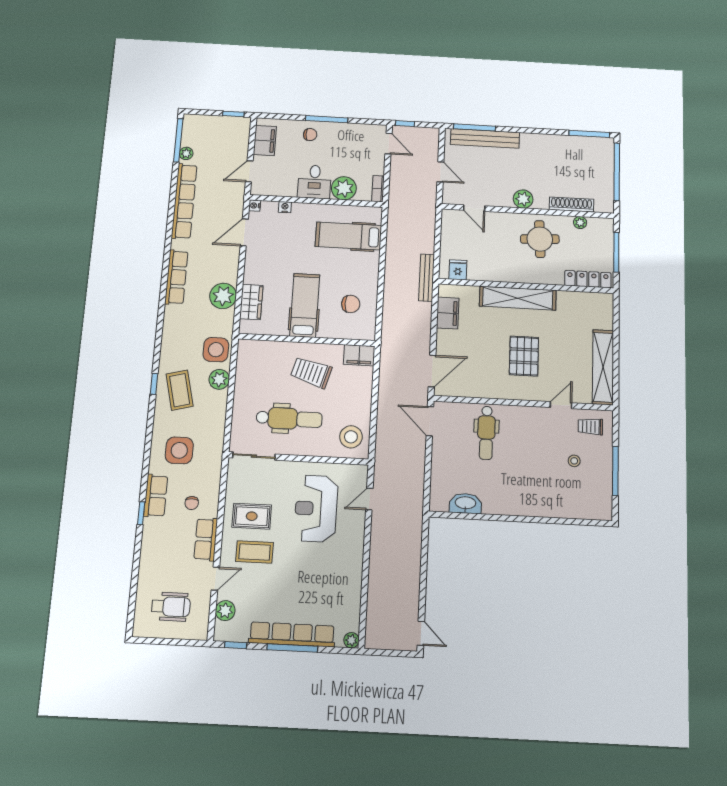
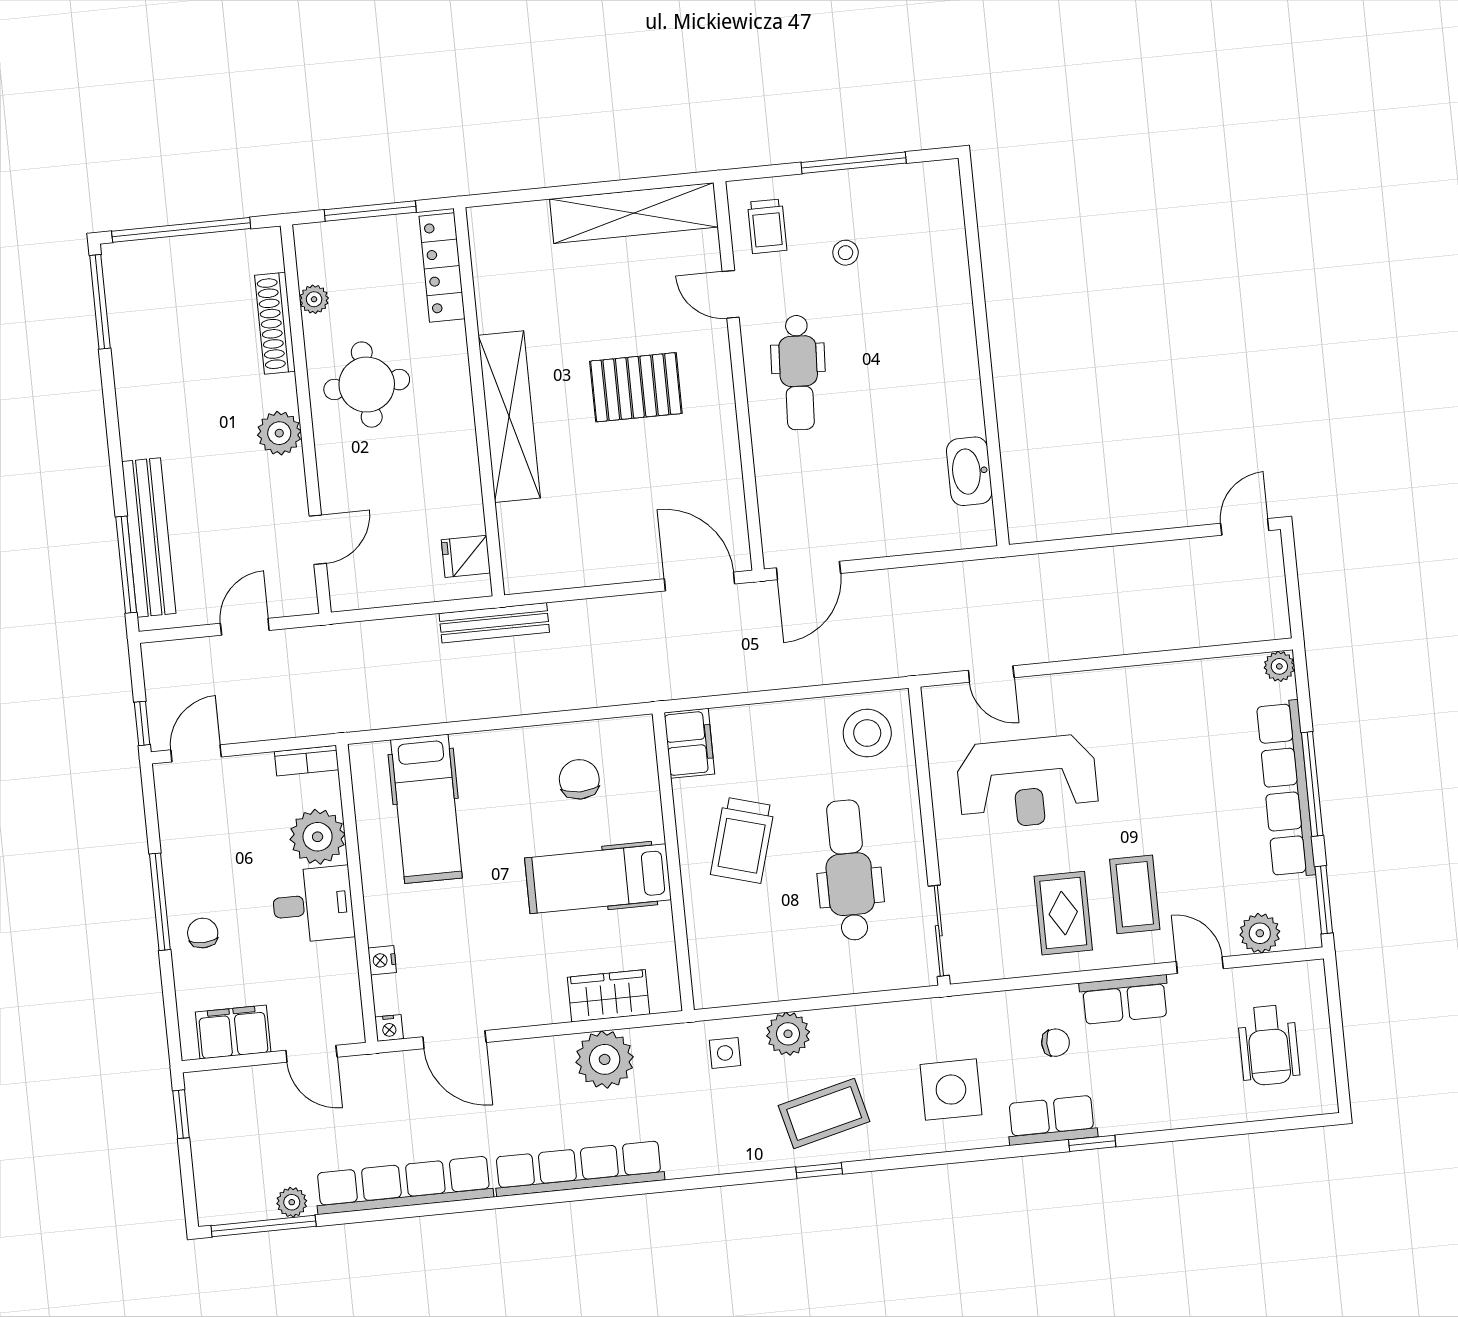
row of seats: (176, 277) -> (579, 1169), width x1.36
filing cabinet: (448, 313) -> (567, 565), removed
side table: (216, 350) -> (725, 1053), width x0.54, depth x0.54
dental chair: (486, 433) -> (799, 373), moved, turned 93
wheelchair: (171, 607) -> (1269, 1045), turned 180
window: (236, 645) -> (1324, 900), width x1.50

